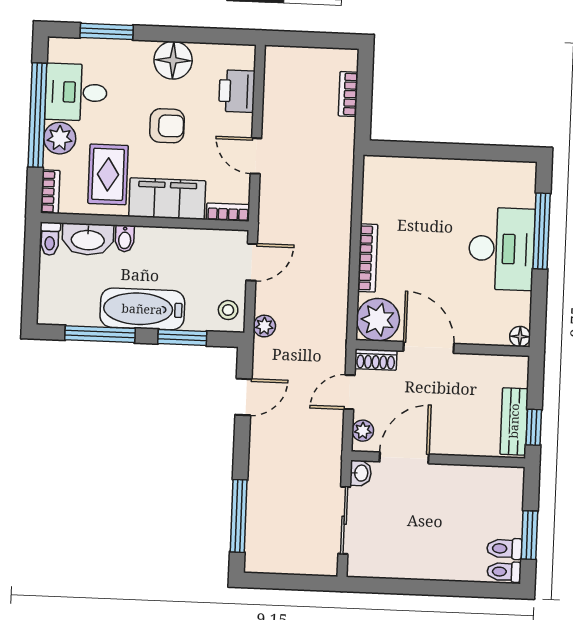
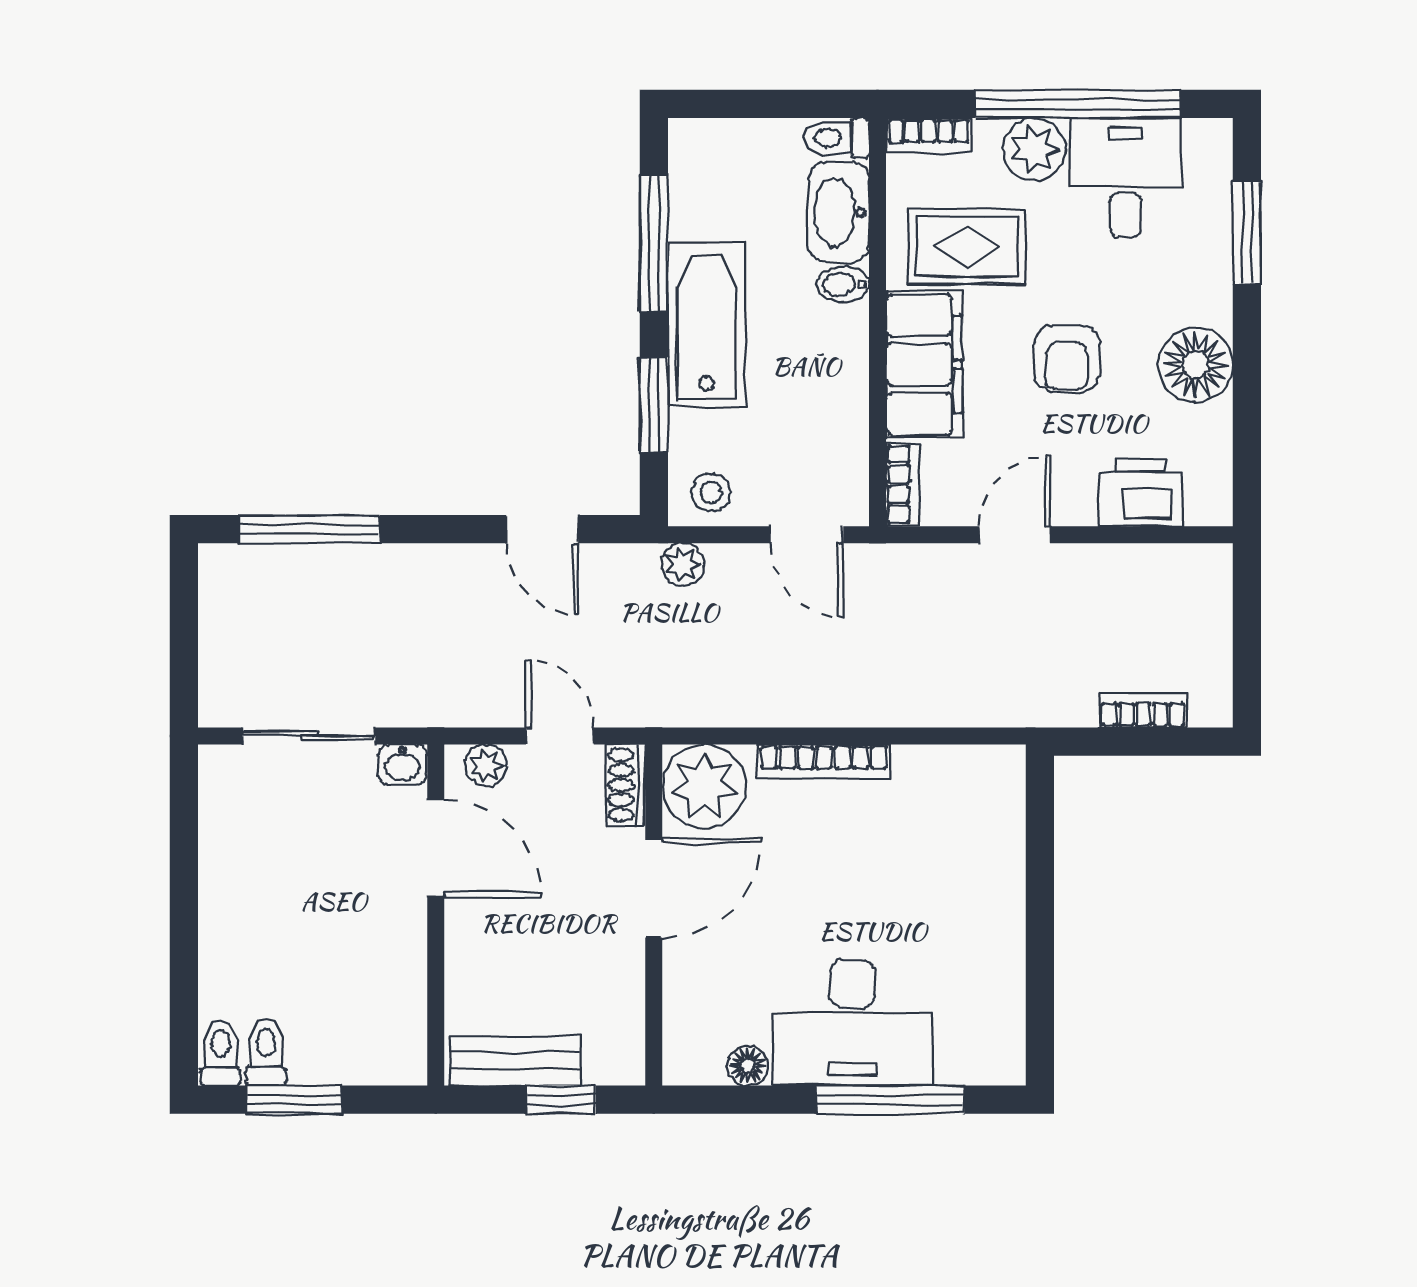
floor lamp: (520, 336) -> (748, 1066), moved
window: (534, 427) -> (561, 1100), moved

